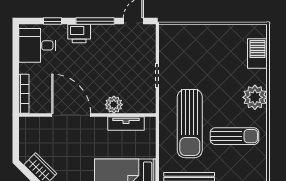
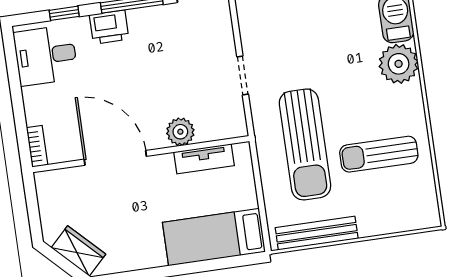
bookcase: (24, 94) -> (37, 146), width x0.64
plant: (255, 97) -> (399, 64), moved
sun lounger: (235, 136) -> (379, 154), turned 180

